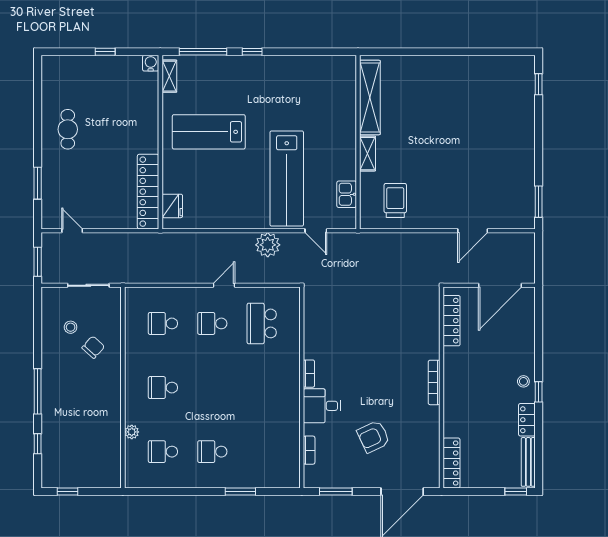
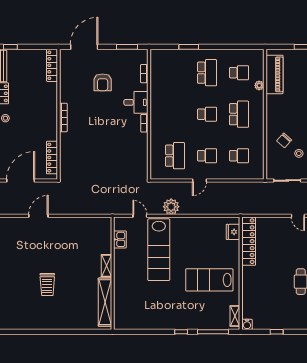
lab bench: (209, 132) -> (209, 280), turned 180
lab bench: (287, 179) -> (159, 250), turned 180
trolley: (395, 200) -> (47, 285), moved
school desk: (163, 388) -> (239, 114), width x1.85
school desk: (212, 388) -> (207, 114), added
armchair: (373, 437) -> (103, 82), turned 115
piano: (108, 449) -> (274, 74), added
school desk: (212, 452) -> (207, 73), width x1.85

